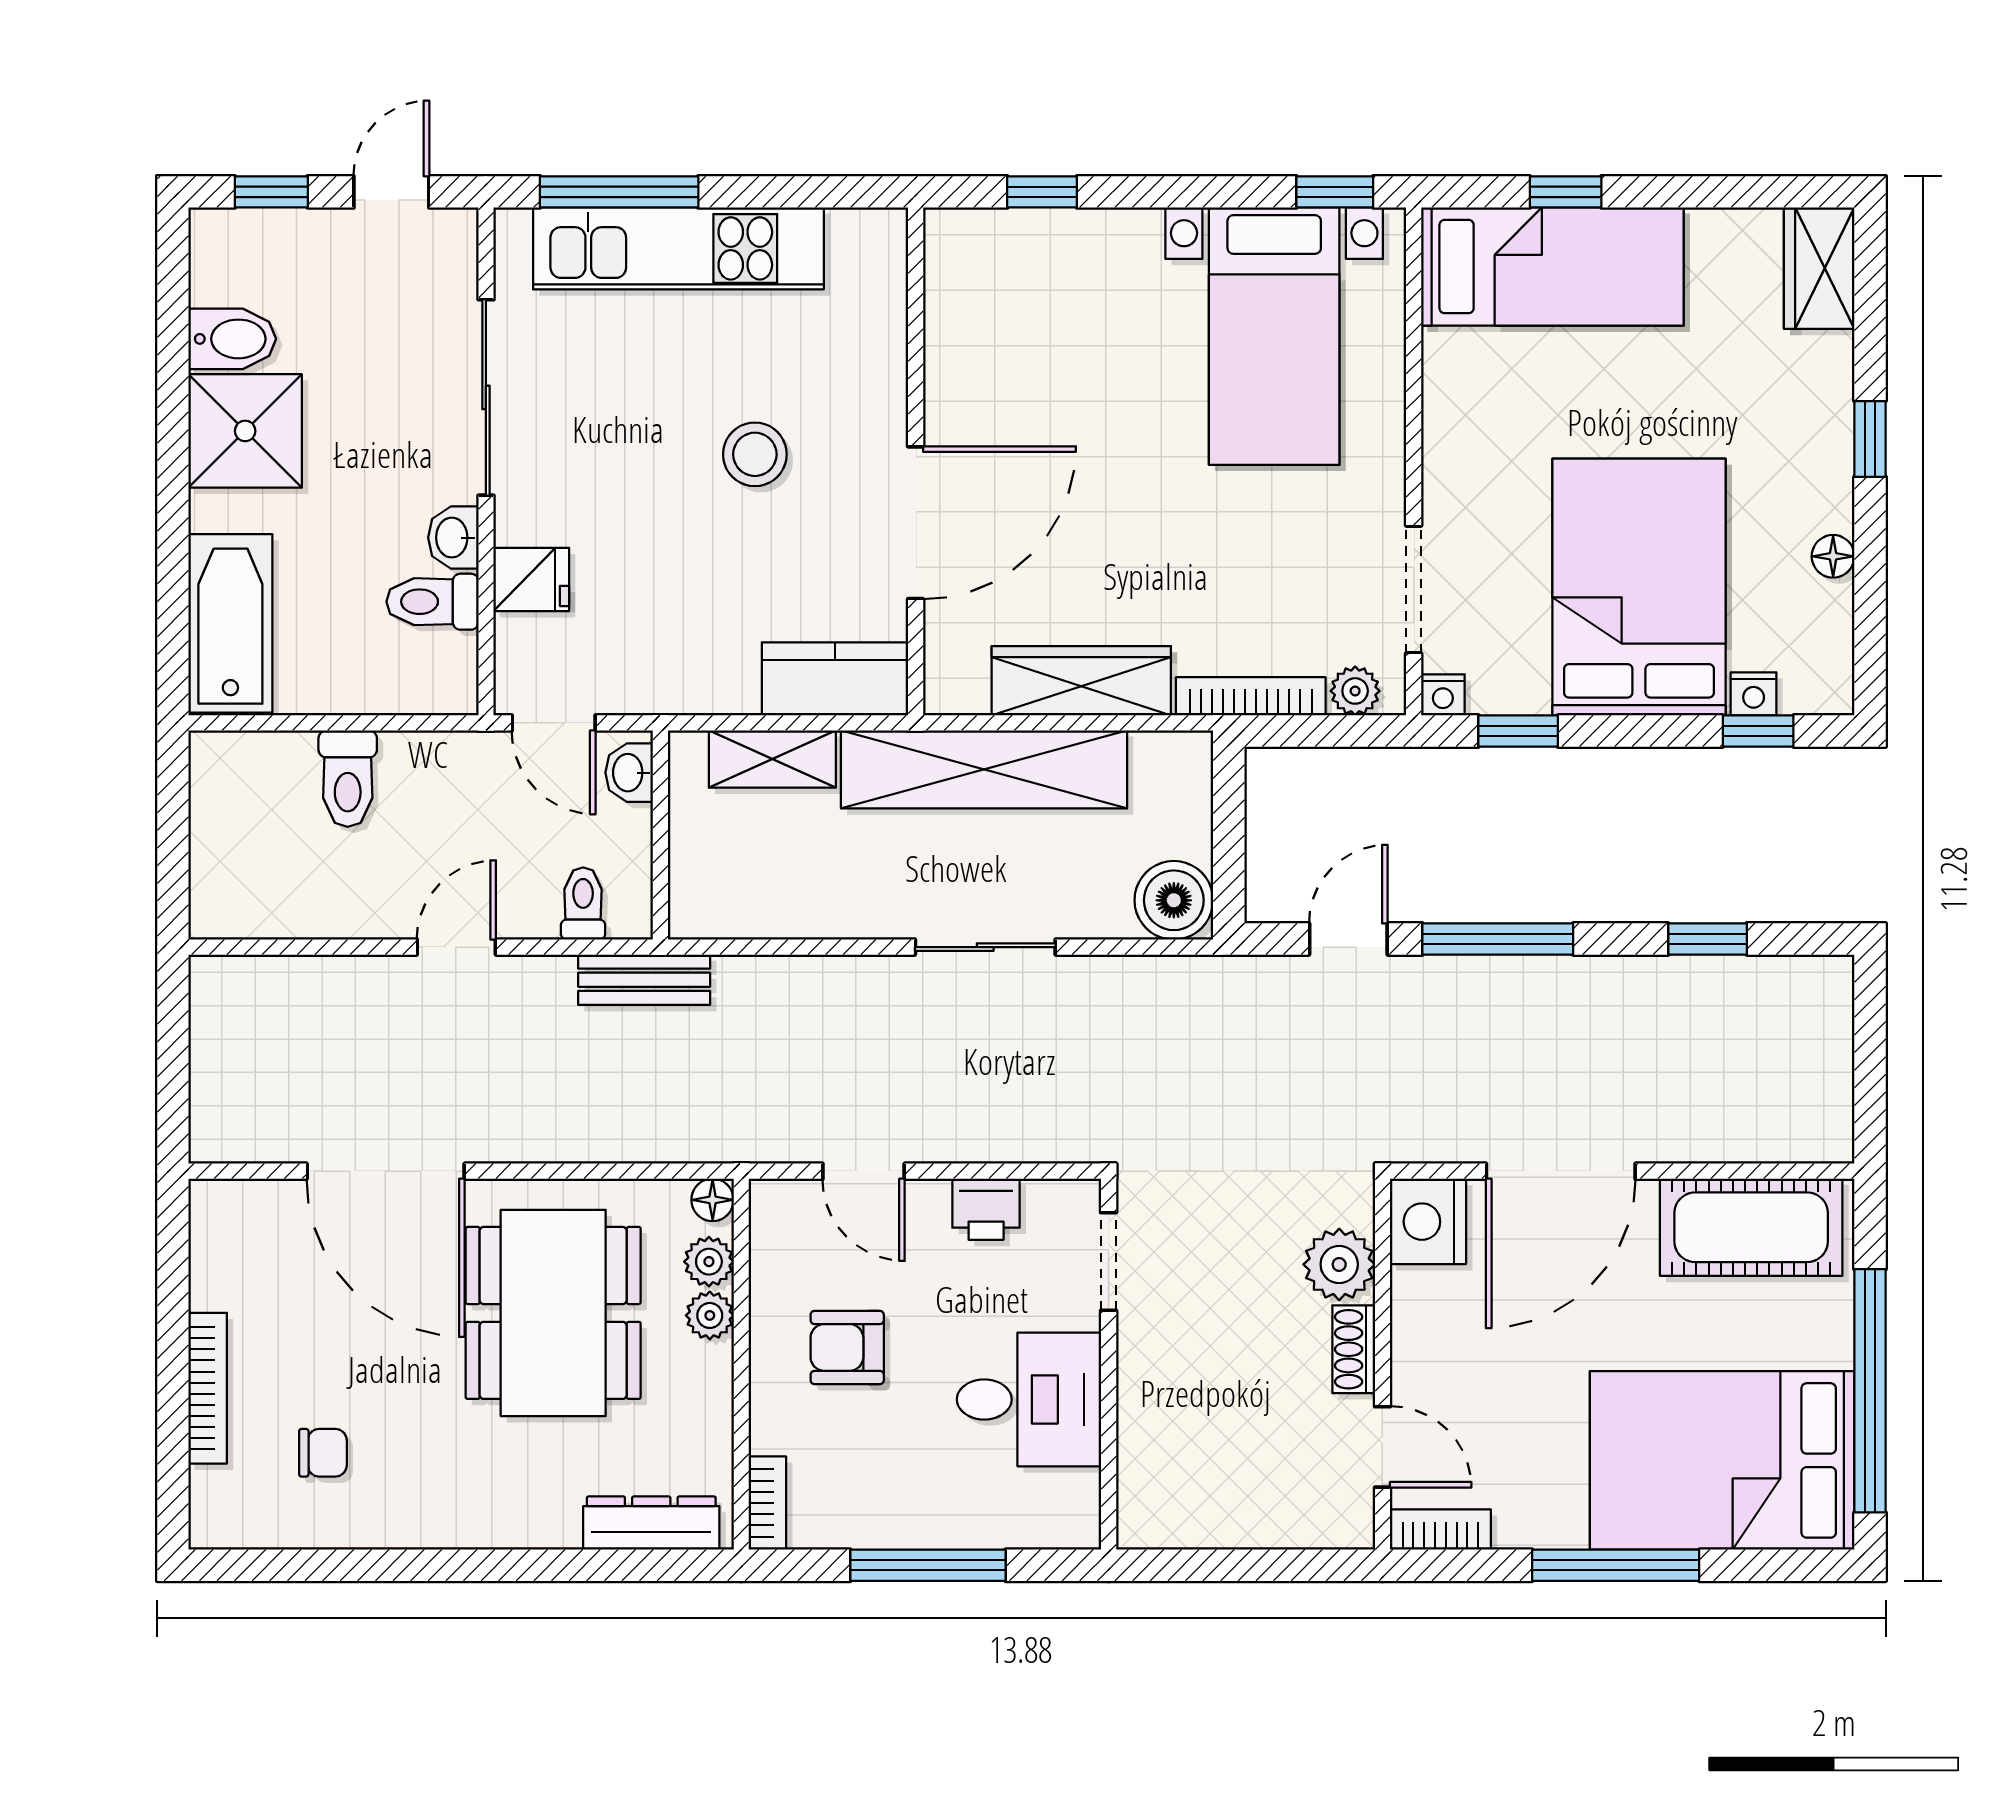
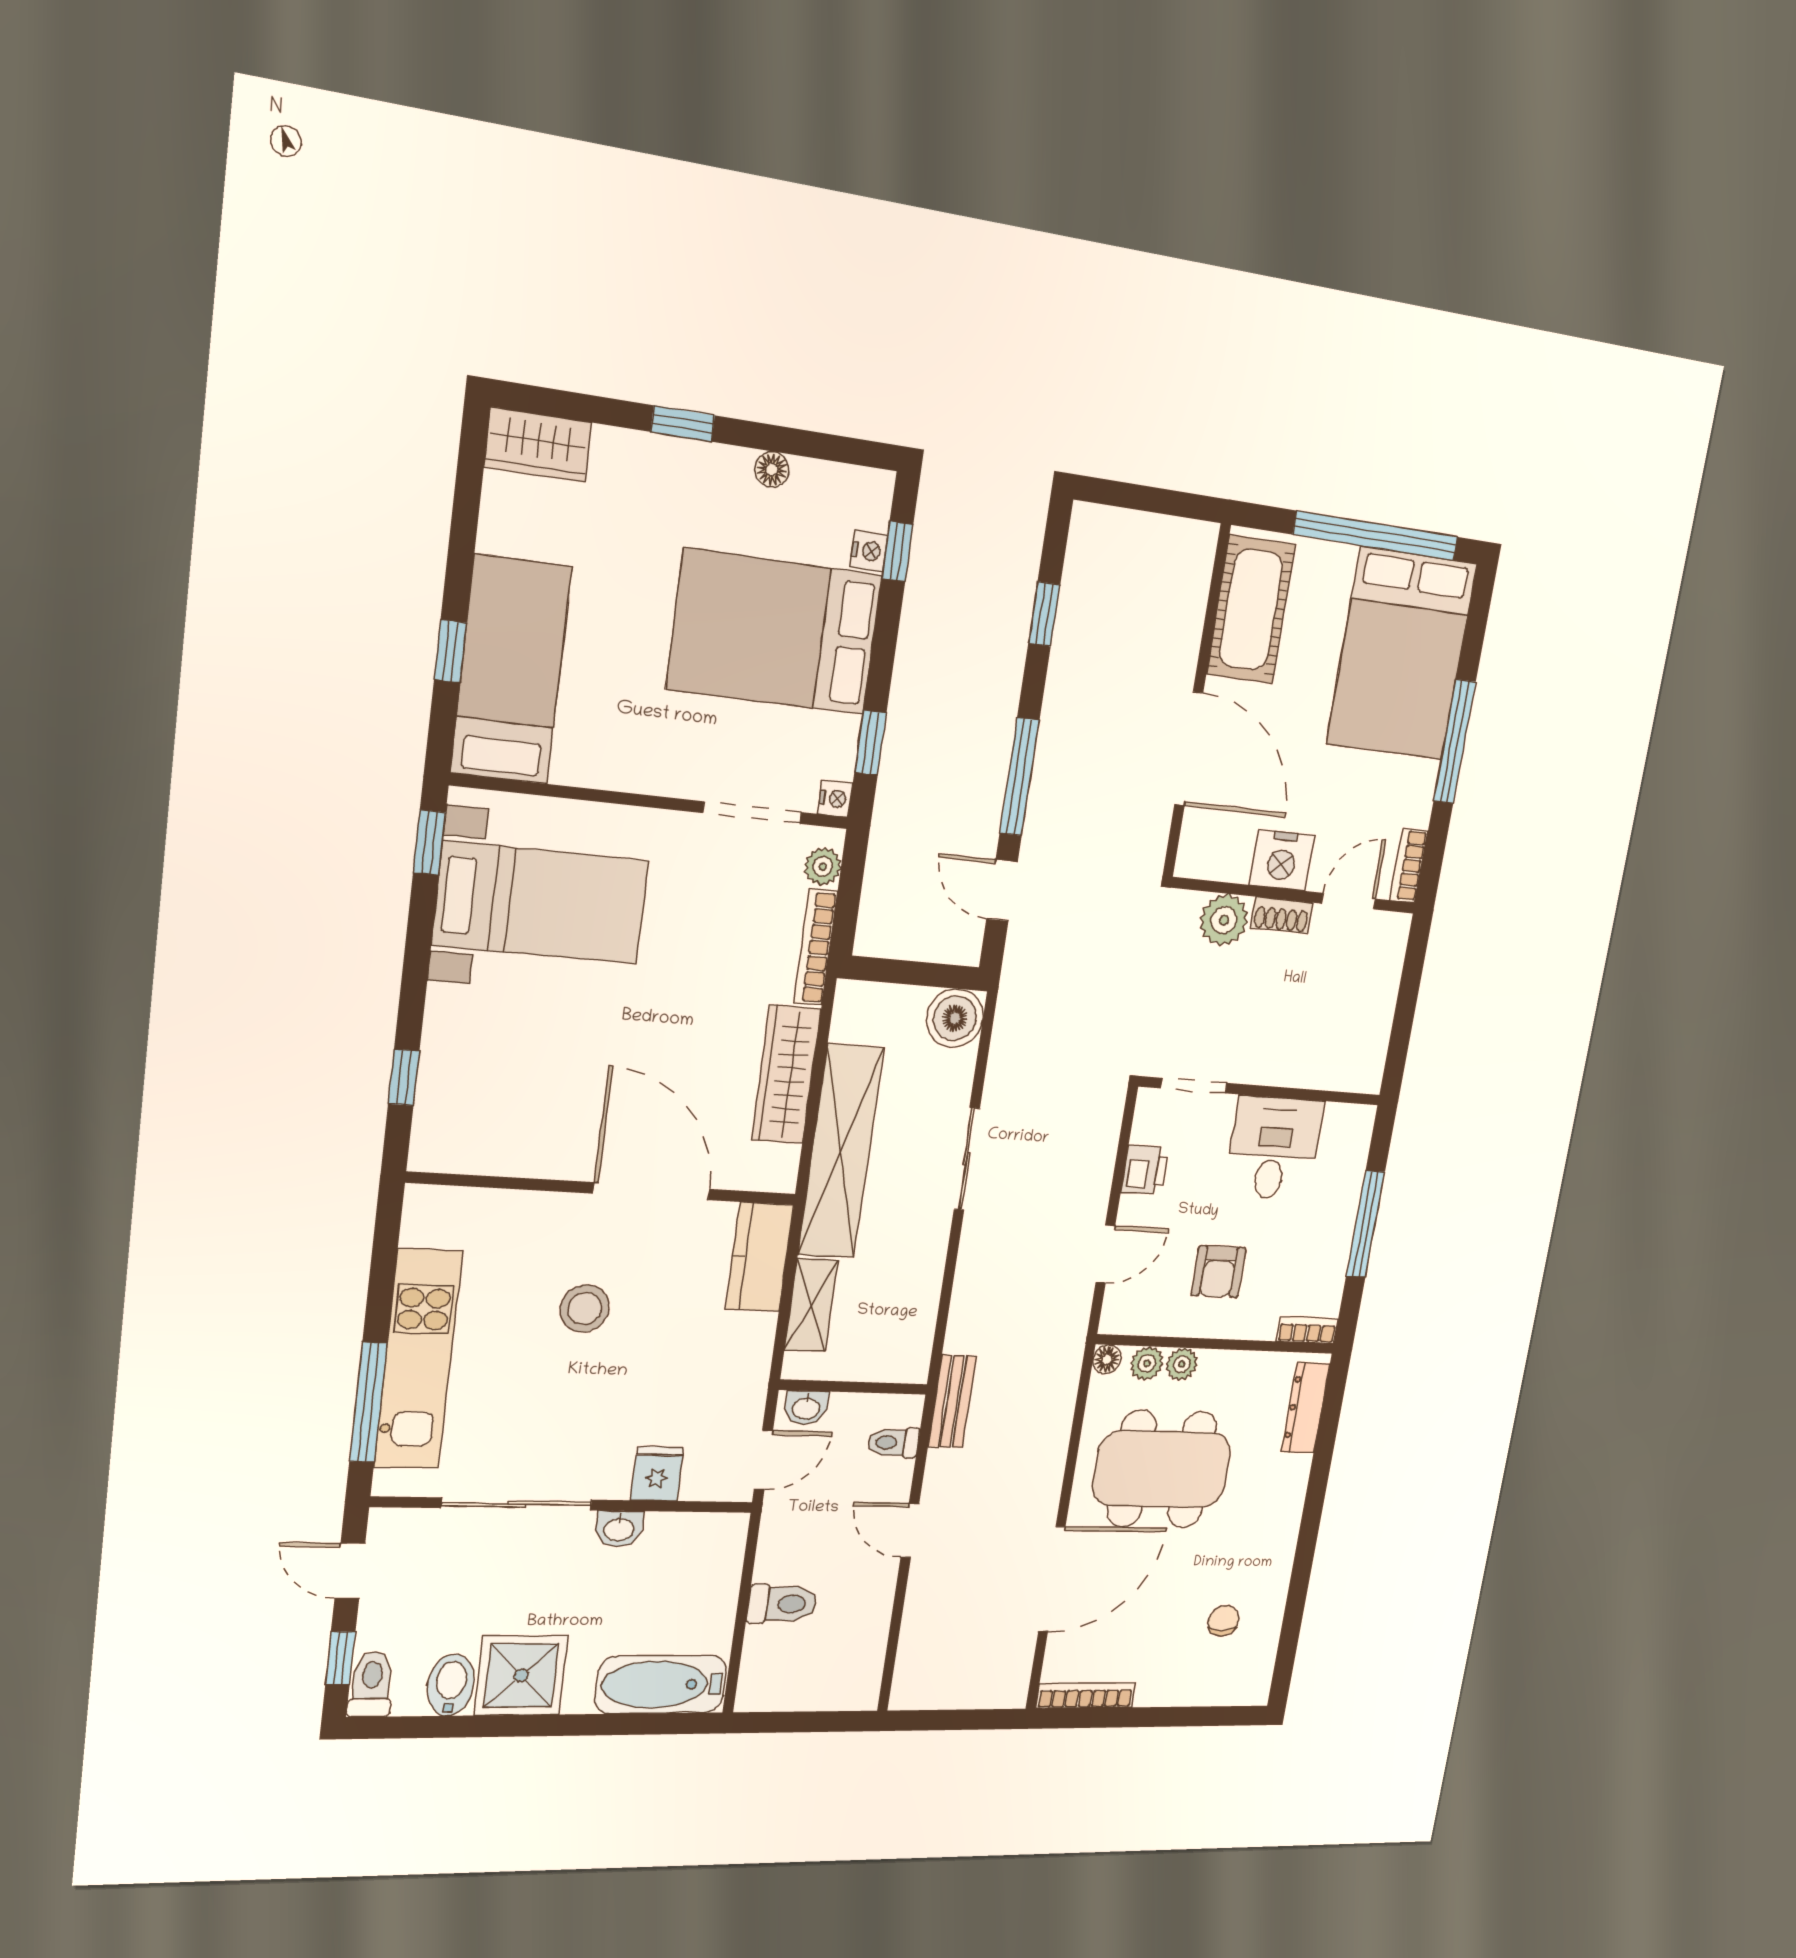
toilet: (432, 602) -> (371, 1684), moved, turned 180
nightstand: (1428, 1222) -> (1282, 860), moved
bookcase: (208, 1388) -> (1086, 1696), moved

